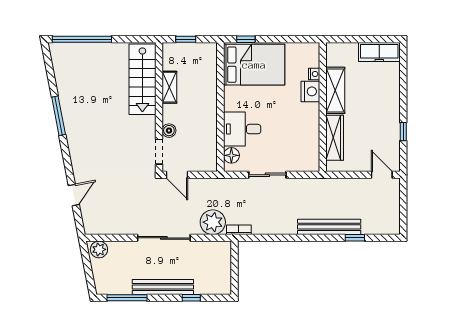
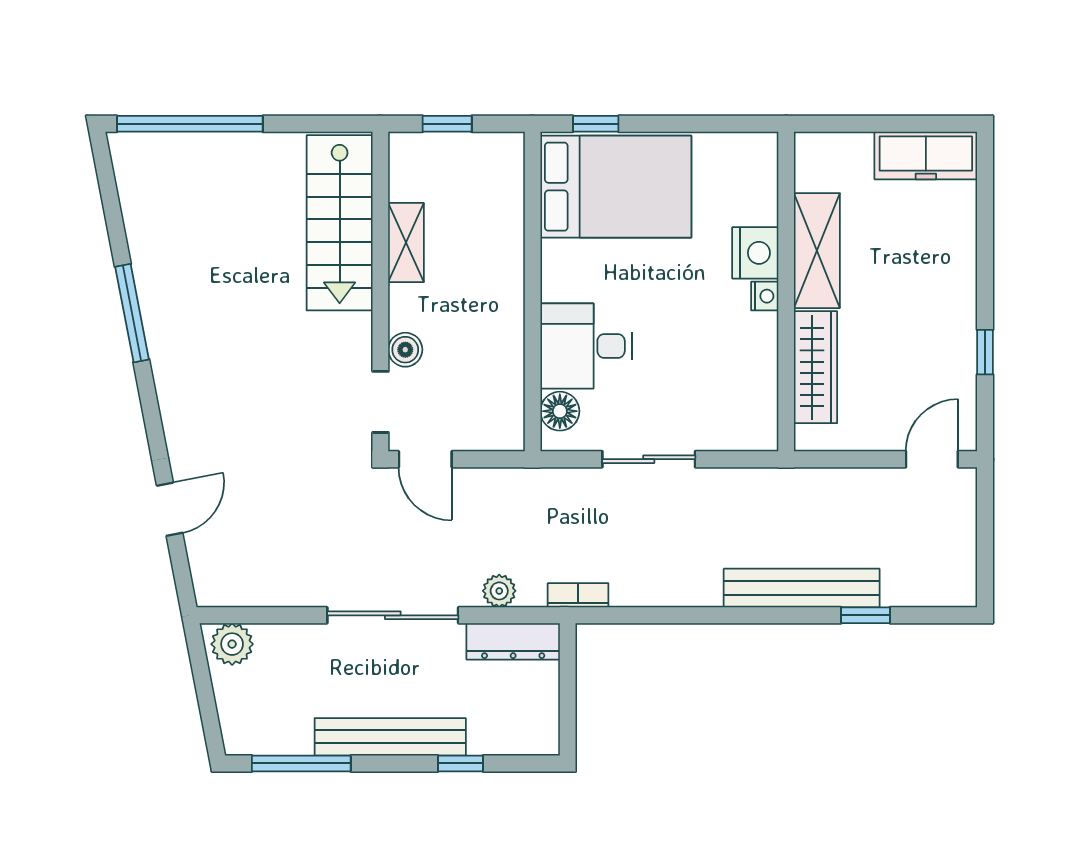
nightstand: (314, 74) -> (765, 296), moved
door: (382, 175) -> (932, 459), hinge flipped
plant: (213, 222) -> (499, 591), width x0.53, depth x0.53
dresser: (213, 248) -> (513, 641), added

